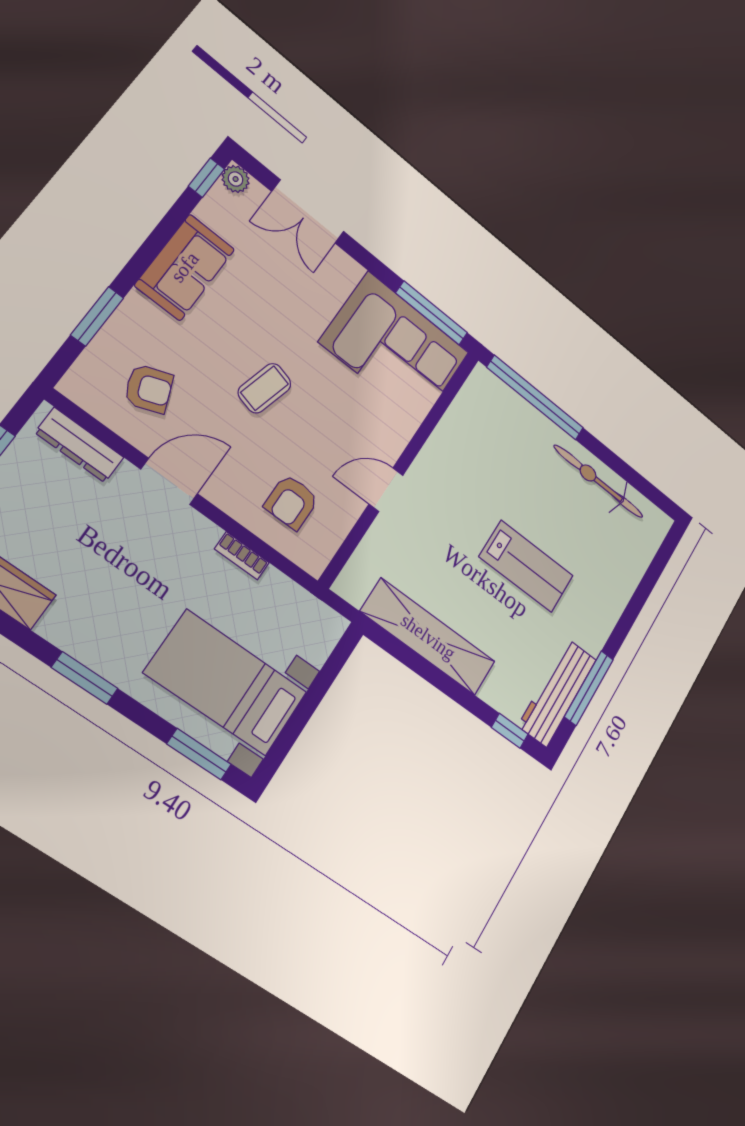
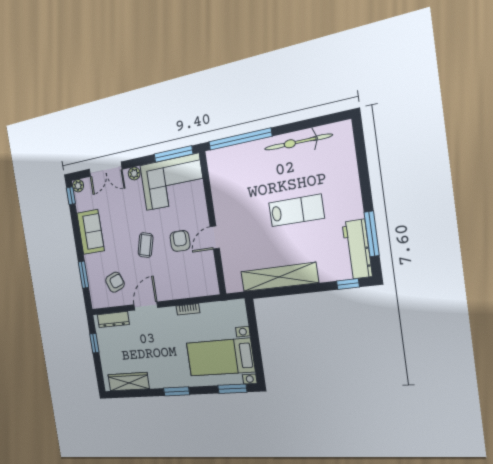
plant: (348, 270) -> (134, 174), added
armchair: (291, 502) -> (180, 241), moved, turned 180

